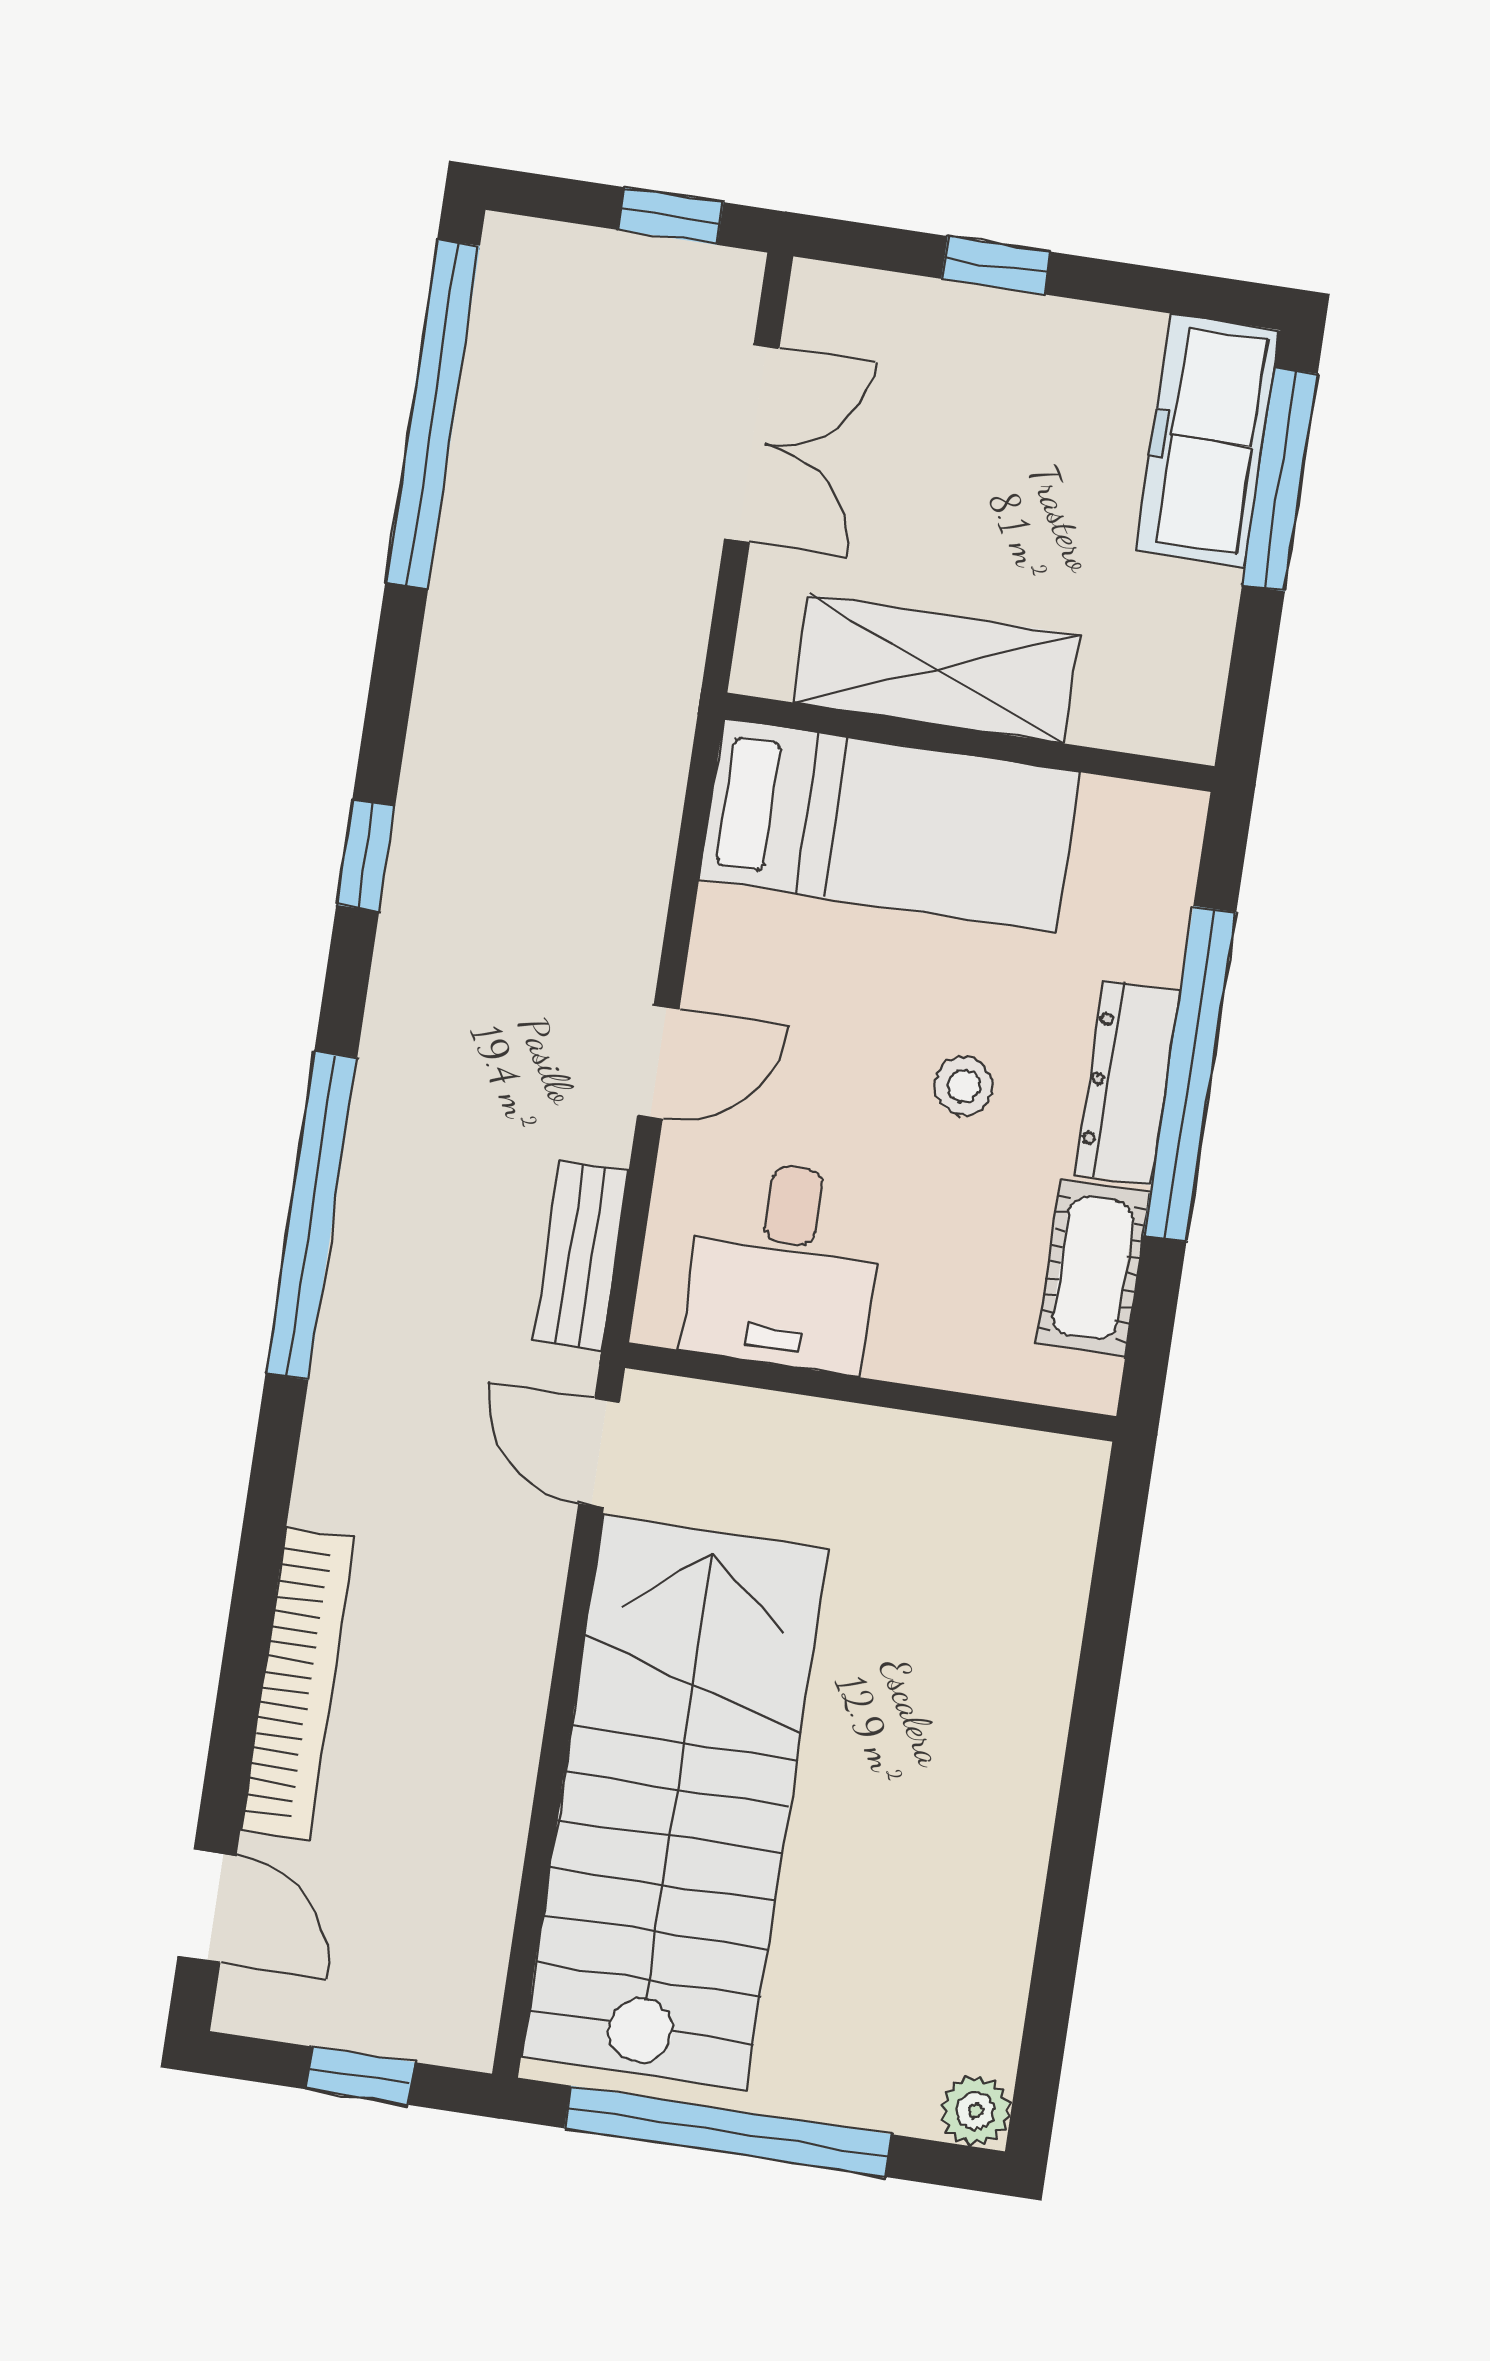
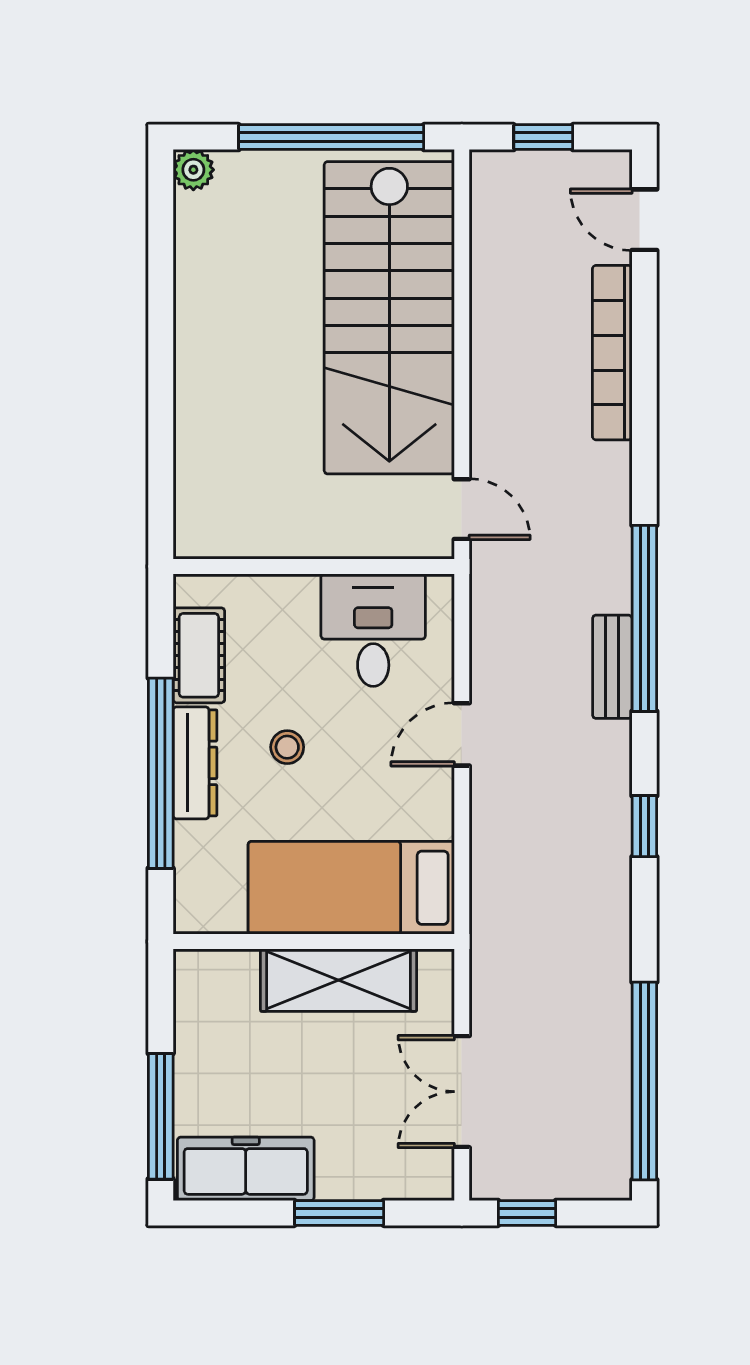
window: (996, 265) -> (339, 1213), width x1.50
freezer: (1208, 440) -> (246, 1169), moved, turned -90
bench: (581, 1256) -> (612, 667), moved

